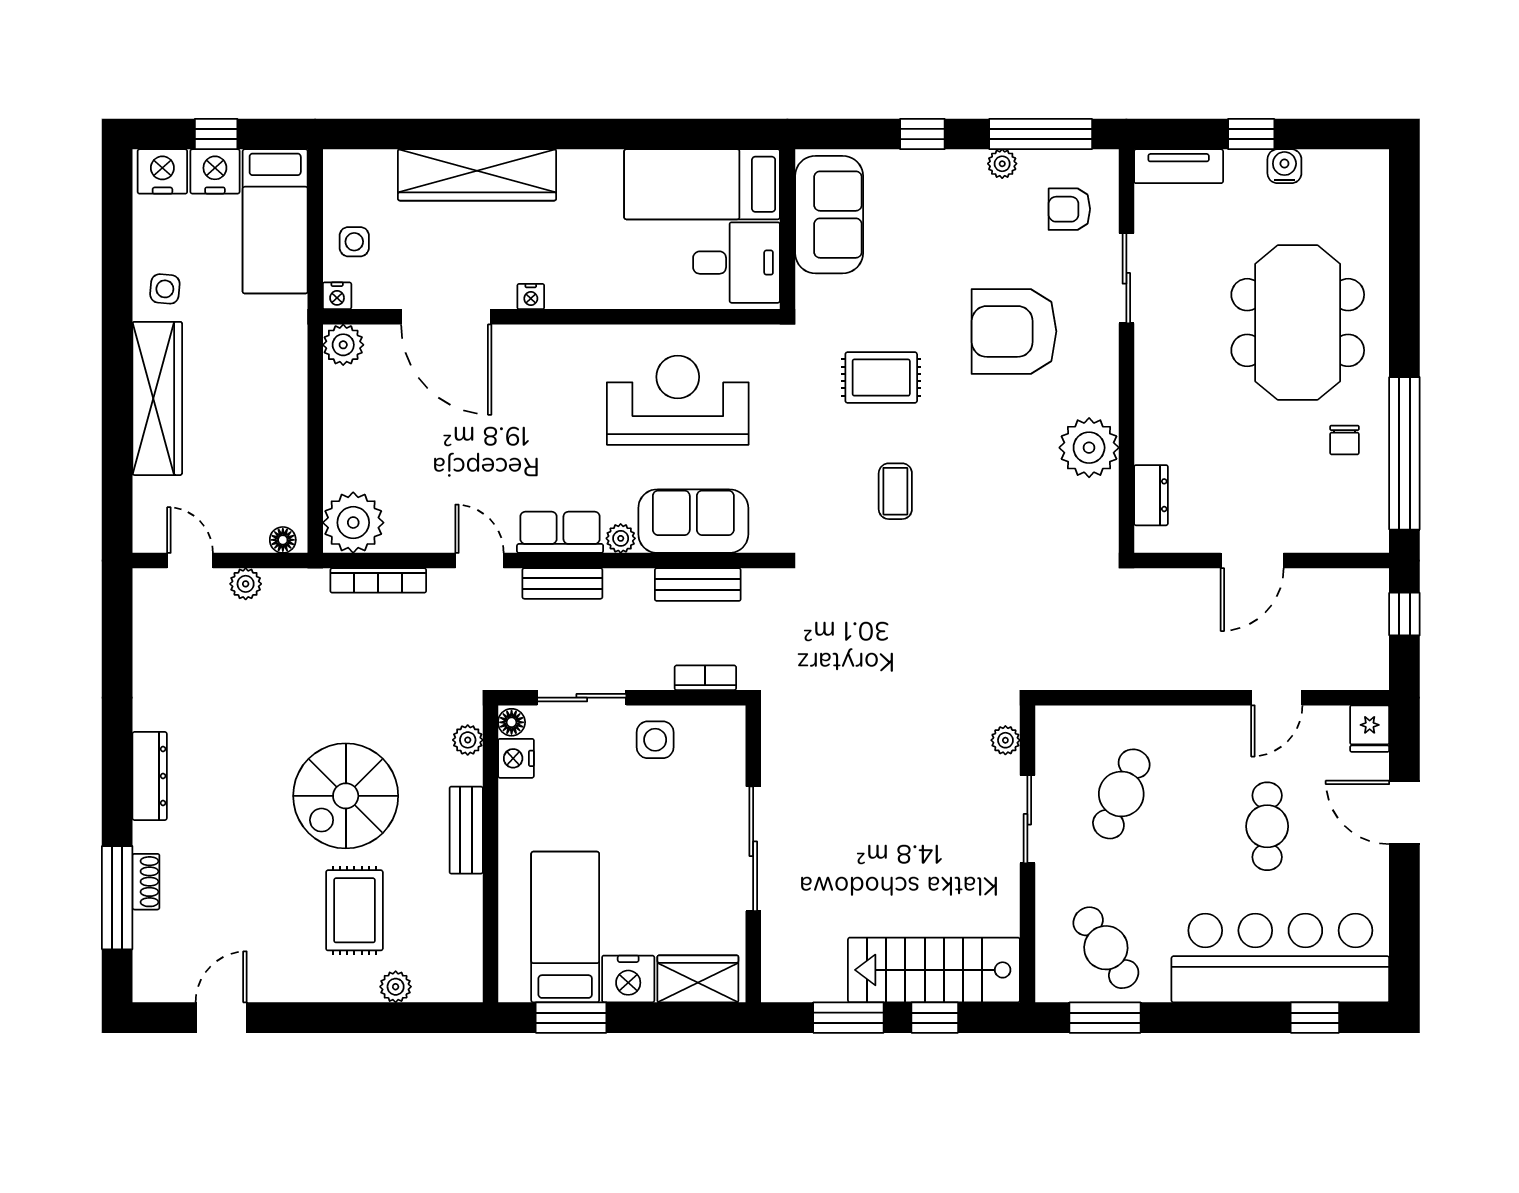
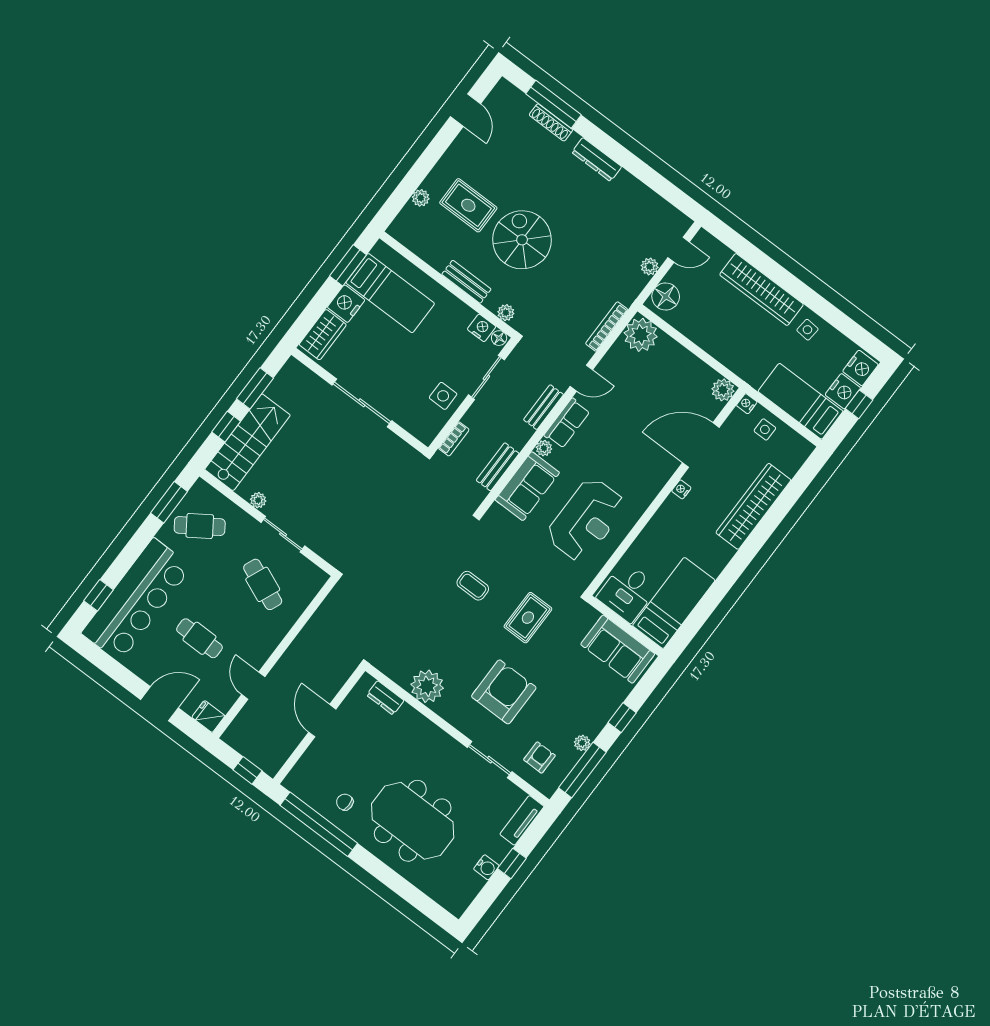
floor lamp: (283, 540) -> (666, 296), width x1.89, depth x1.89
plant: (1005, 740) -> (258, 500), moved
shoe rack: (146, 882) -> (551, 122), width x1.43

